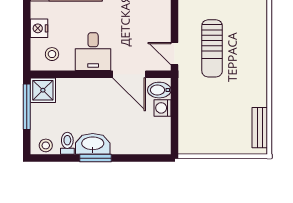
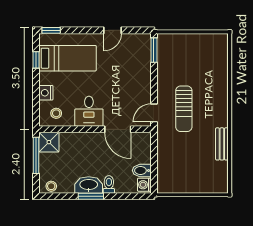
door: (175, 54) -> (154, 113), hinge flipped
bidet: (159, 90) -> (142, 170), moved
washing machine: (162, 108) -> (144, 185), moved
bench: (260, 128) -> (222, 144), moved
toilet: (67, 143) -> (109, 184), moved

